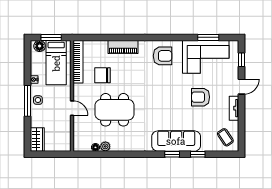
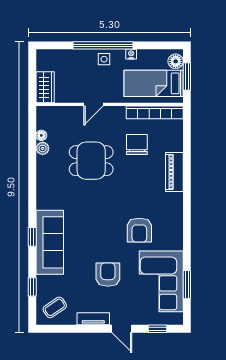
armchair: (163, 56) -> (139, 230), moved
window: (28, 101) -> (103, 45), width x1.46
dining table: (115, 110) -> (91, 161), width x0.73
wardrobe: (37, 140) -> (45, 87), moved, turned -90
window: (198, 154) -> (32, 287), moved

